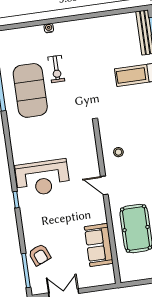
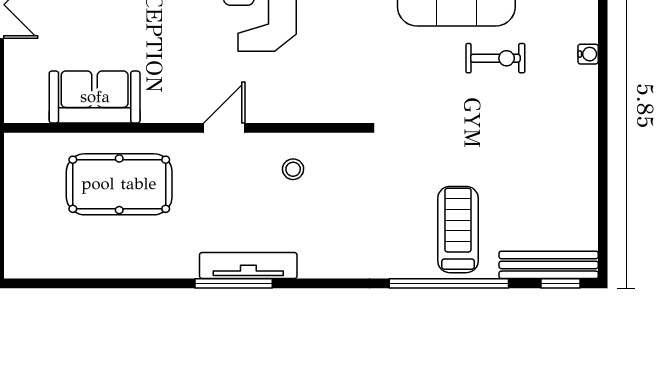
exercise bike: (56, 69) -> (495, 58), turned 180

